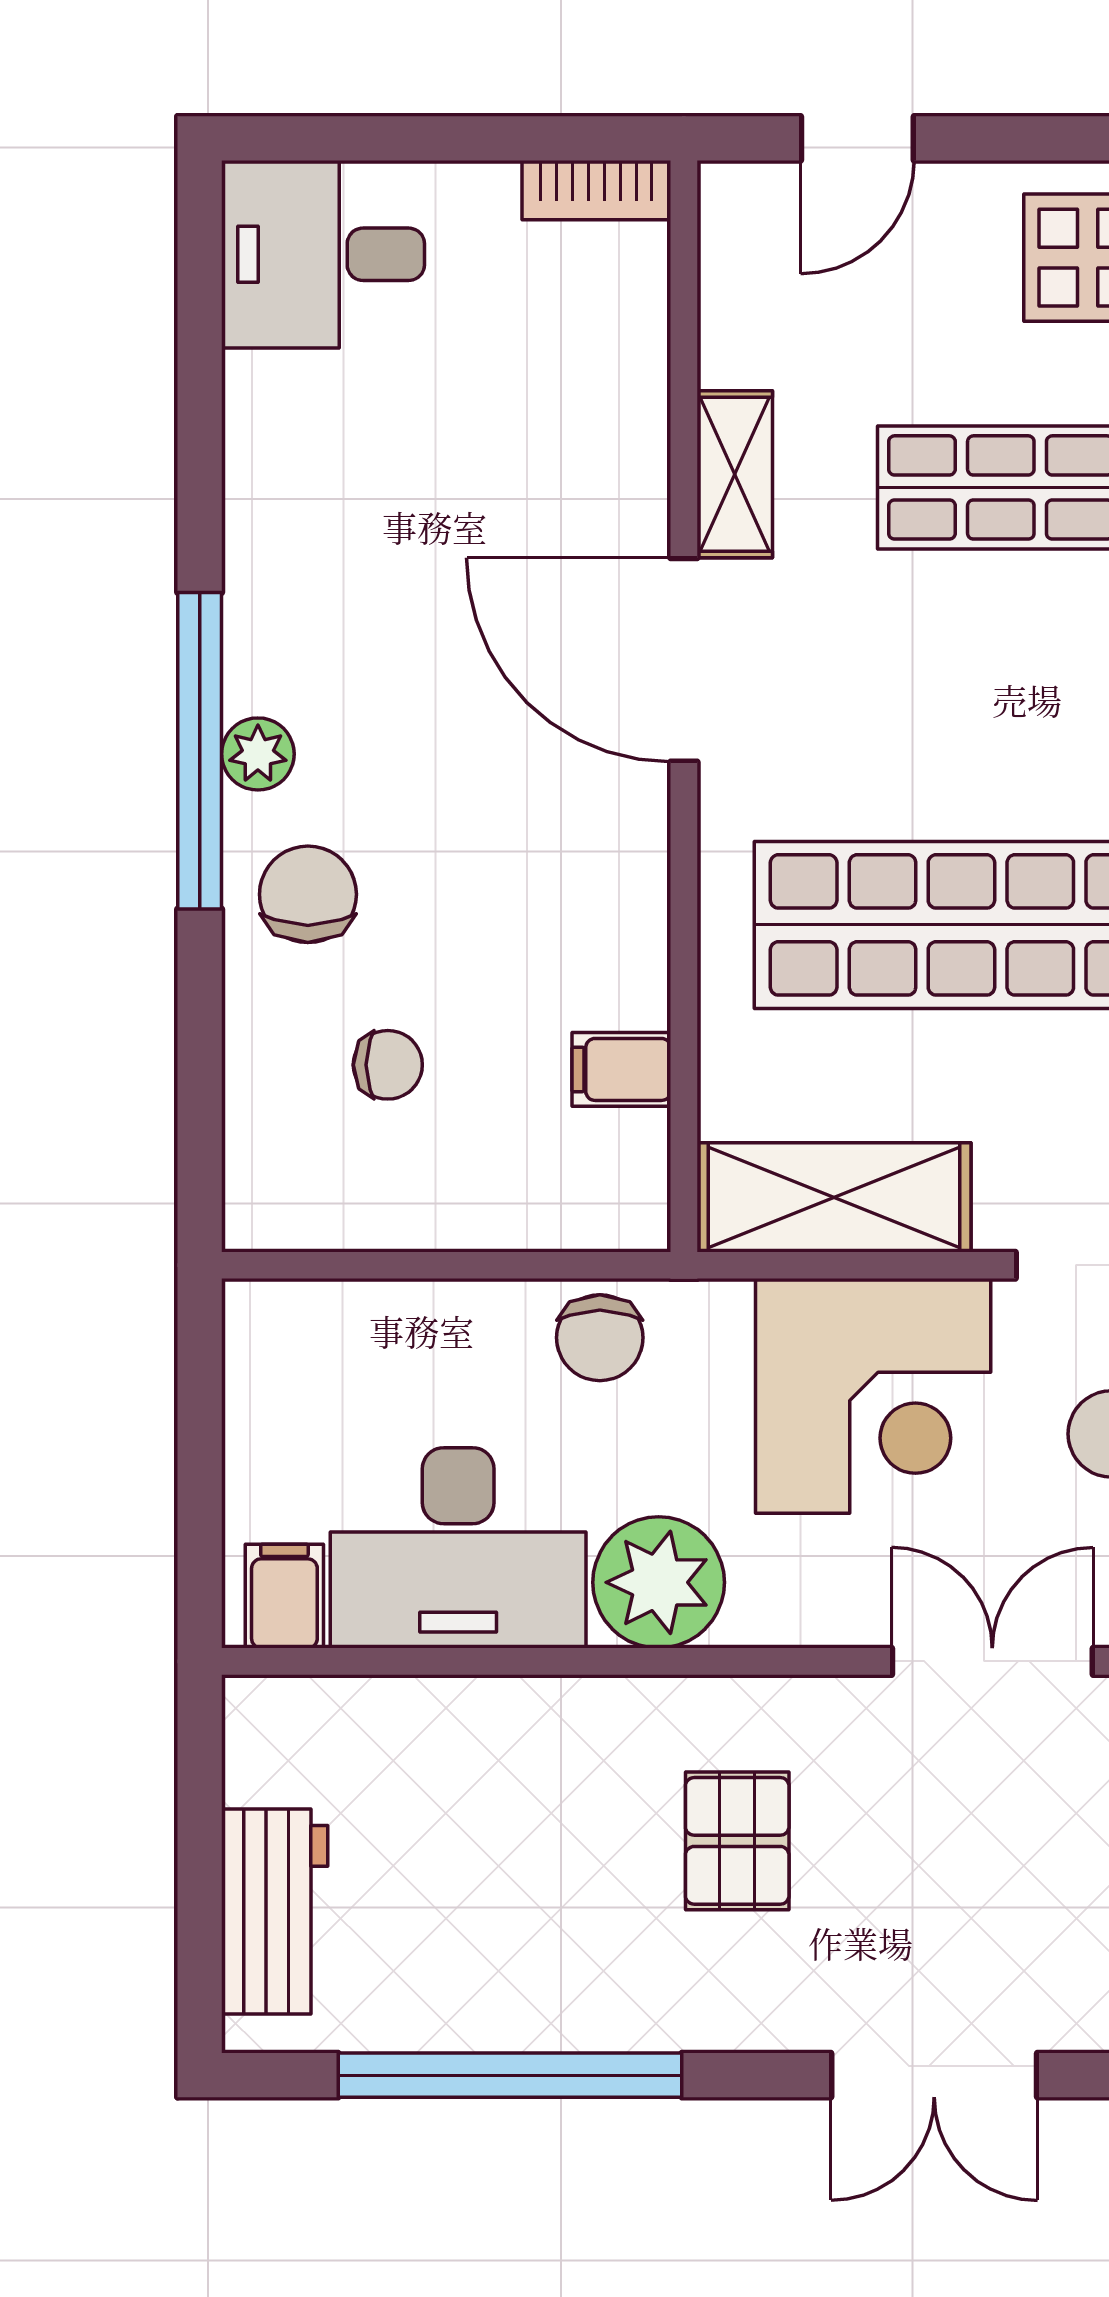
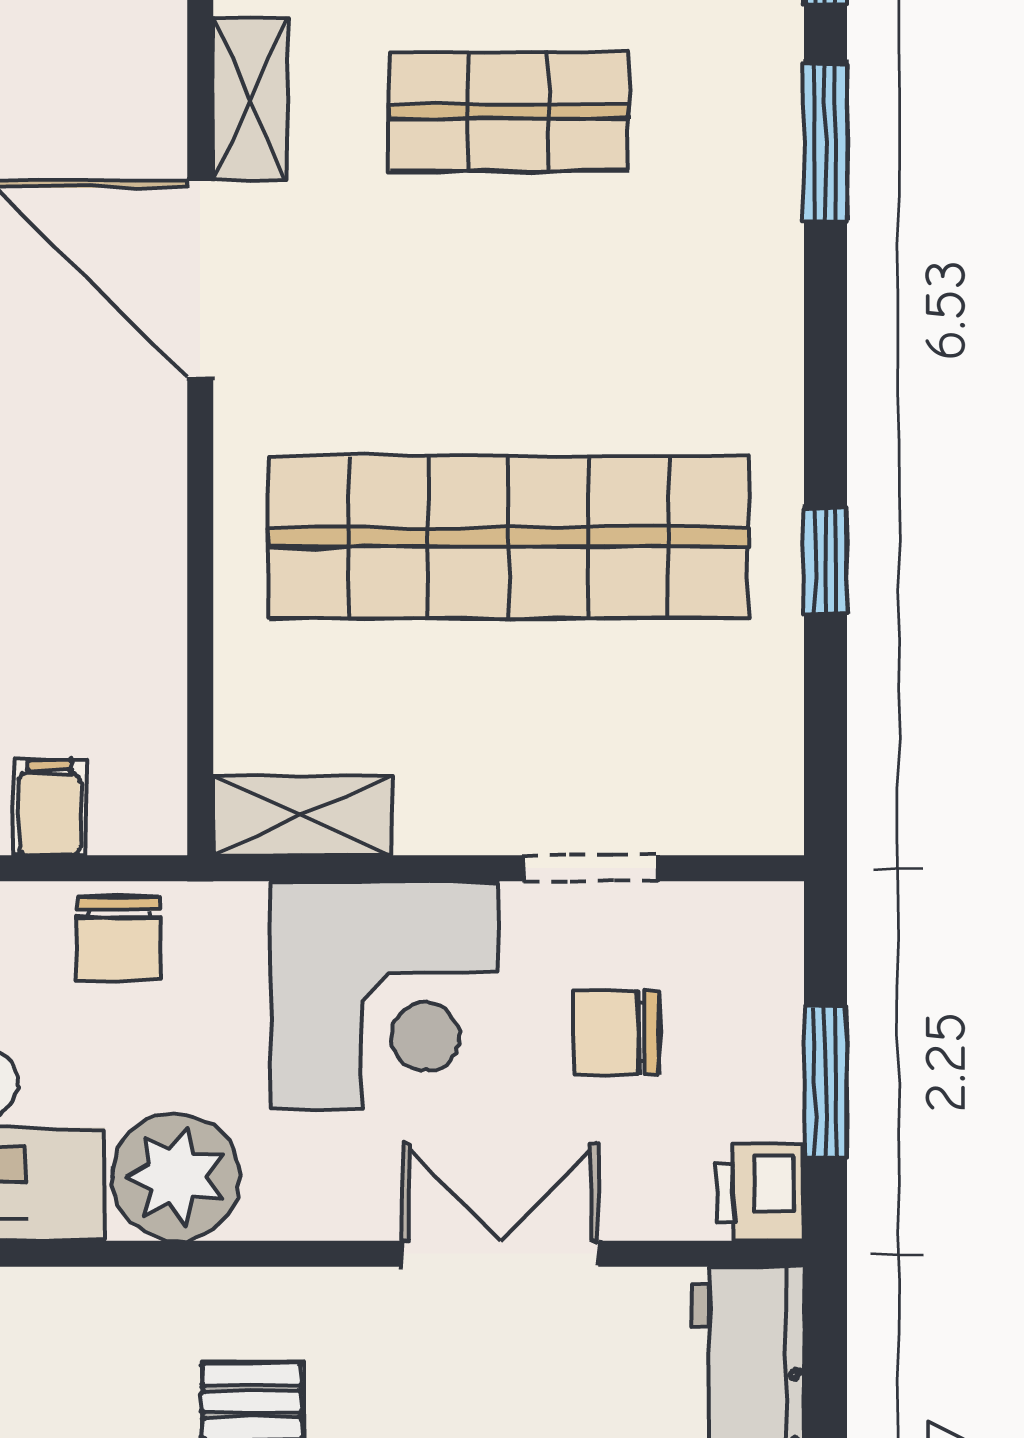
filing cabinet: (621, 1069) -> (50, 807), moved, turned 90
shelving: (834, 1197) -> (302, 815), width x0.67, depth x0.75

